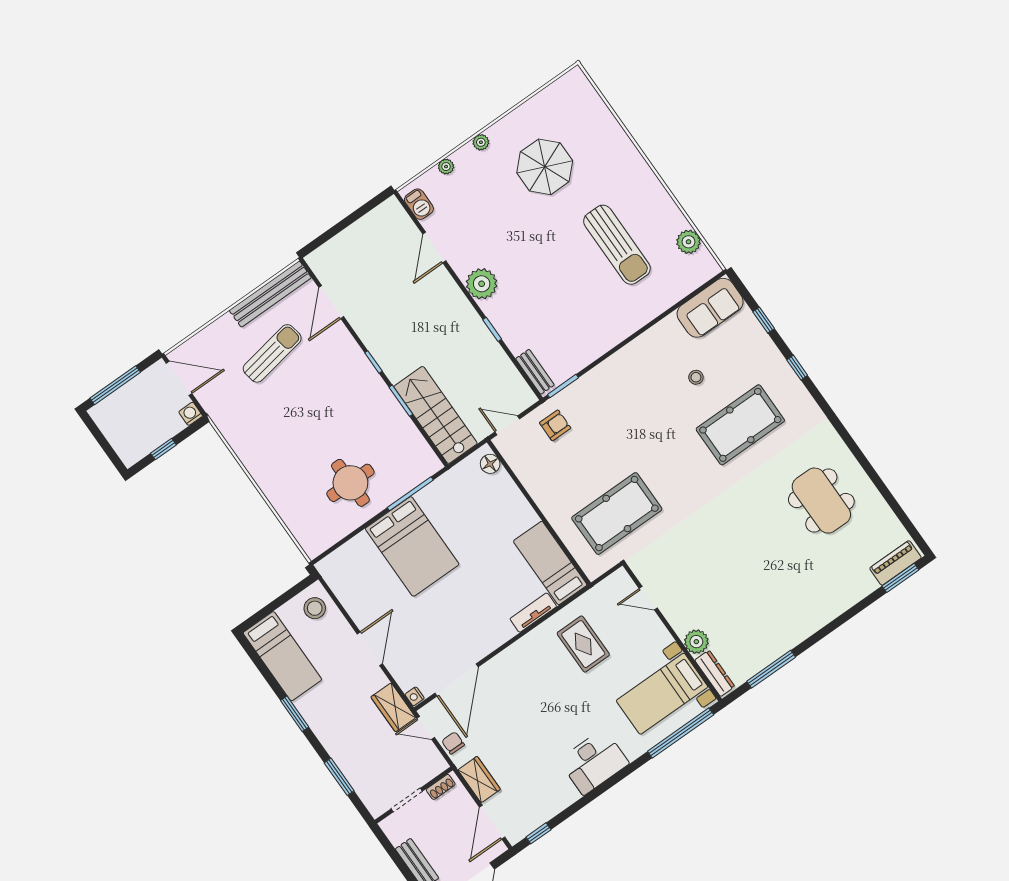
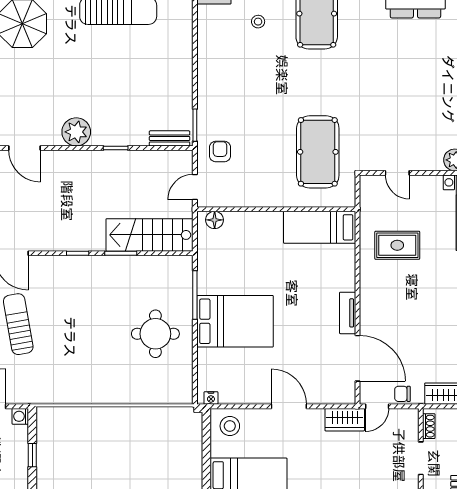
door: (648, 598) -> (397, 173), hinge flipped
tv unit: (533, 613) -> (348, 313), moved
nightstand: (415, 696) -> (211, 398), moved

